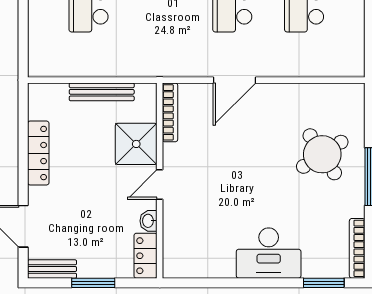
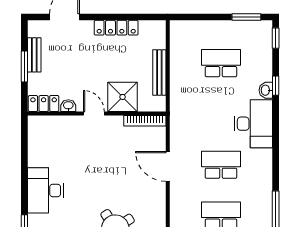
bench: (52, 269) -> (34, 55), moved

